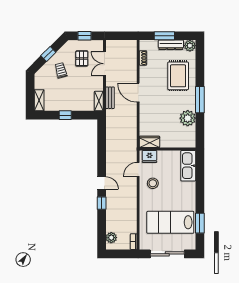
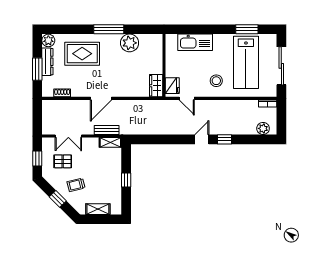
shelving: (39, 100) -> (98, 209), moved
kitchen sink: (188, 166) -> (195, 42), moved
stool: (153, 183) -> (216, 81), moved

